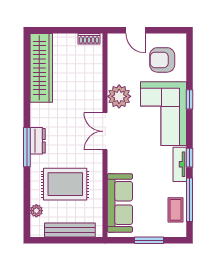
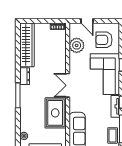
plant: (119, 96) -> (77, 45), moved
dresser: (38, 141) -> (25, 76), moved
rug: (65, 184) -> (55, 113), moved, turned 90

